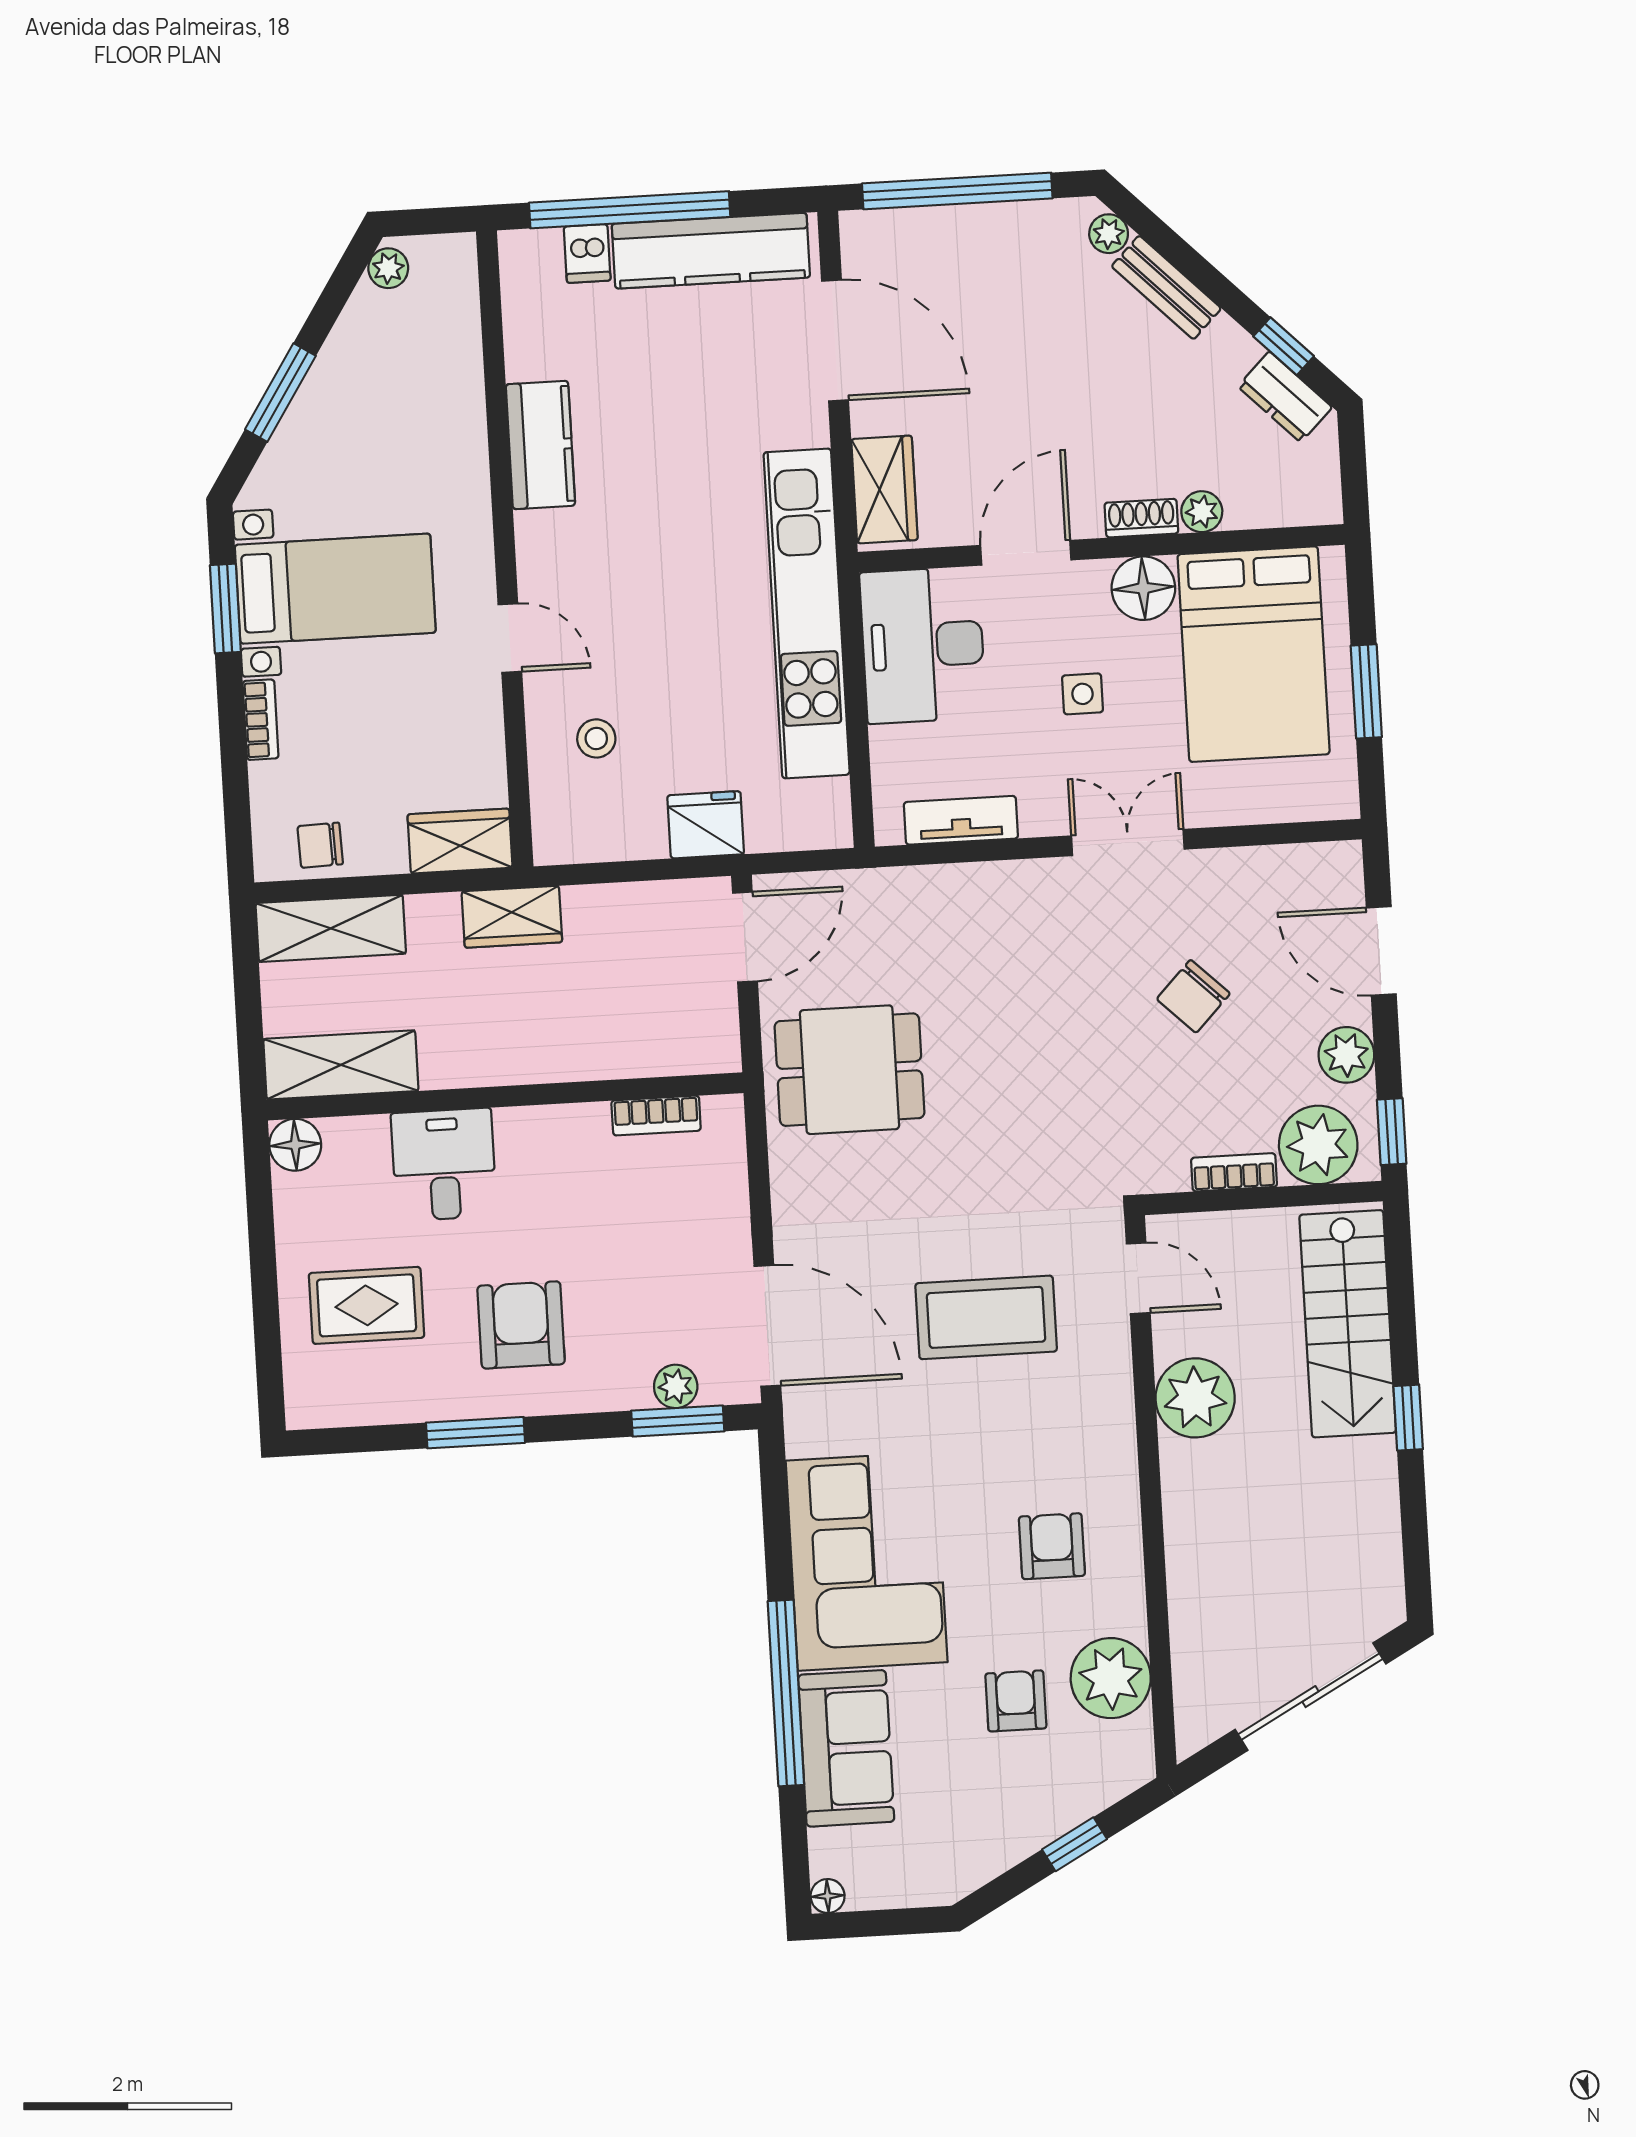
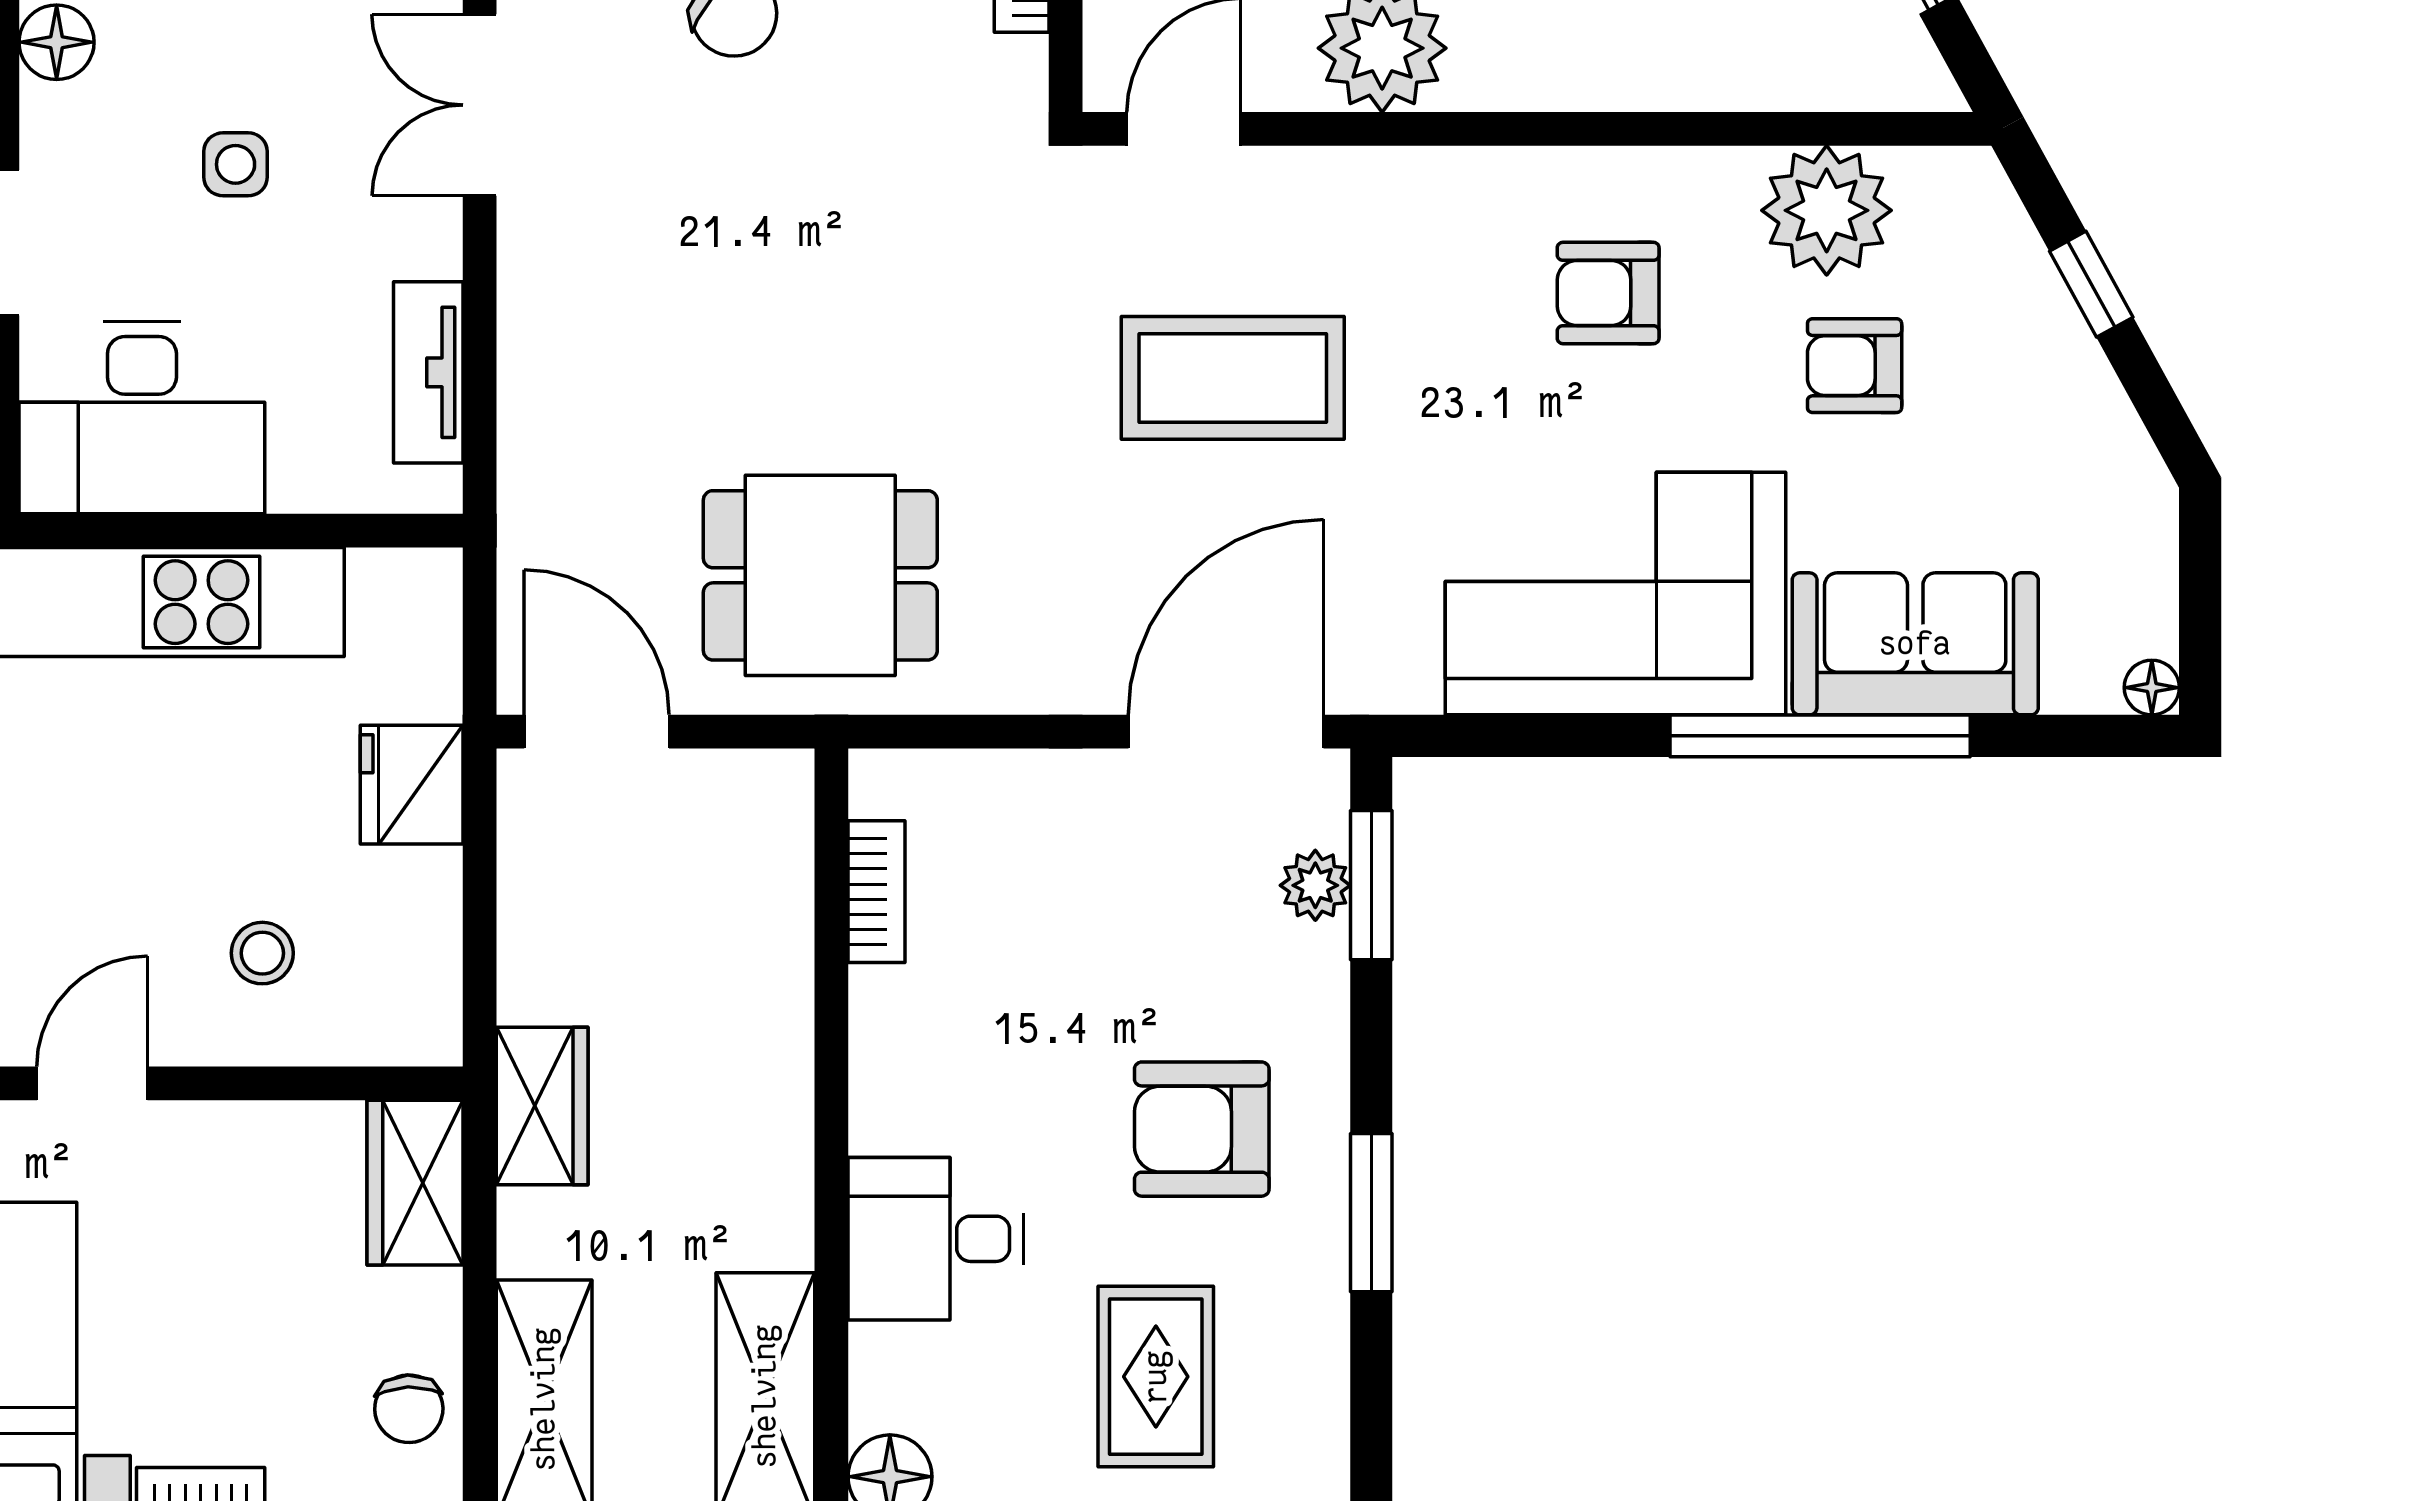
floor lamp: (1143, 588) -> (57, 42), width x0.73, depth x0.73
dining table: (849, 1070) -> (820, 575), turned 90
coffee table: (986, 1317) -> (1233, 378), turned 90

